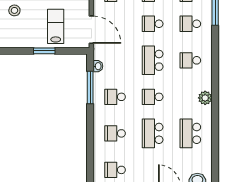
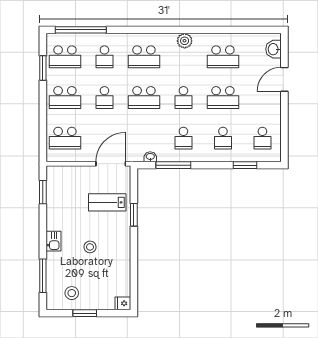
school desk: (190, 60) -> (144, 57), width x1.85
window: (90, 154) -> (245, 165), added

